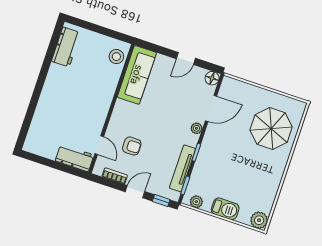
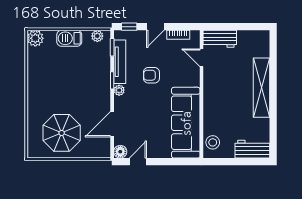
workbench: (66, 47) -> (252, 149), moved, turned 90
door: (186, 58) -> (138, 162), moved
sofa: (137, 75) -> (186, 123), width x1.36, depth x1.27
shelving: (49, 95) -> (262, 88), added
plant: (197, 128) -> (119, 90), moved
parasol: (271, 128) -> (62, 133), moved
armchair: (132, 146) -> (151, 75), moved

